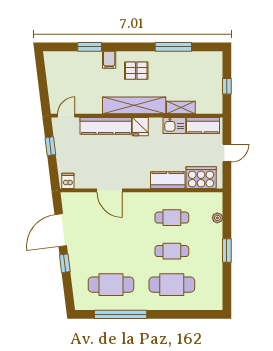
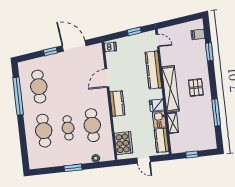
filing cabinet: (109, 60) -> (198, 34), moved
fridge: (140, 127) -> (157, 105), moved
kitchen counter: (168, 180) -> (117, 103), moved
cafe table: (172, 218) -> (92, 125), width x1.37, depth x1.35

